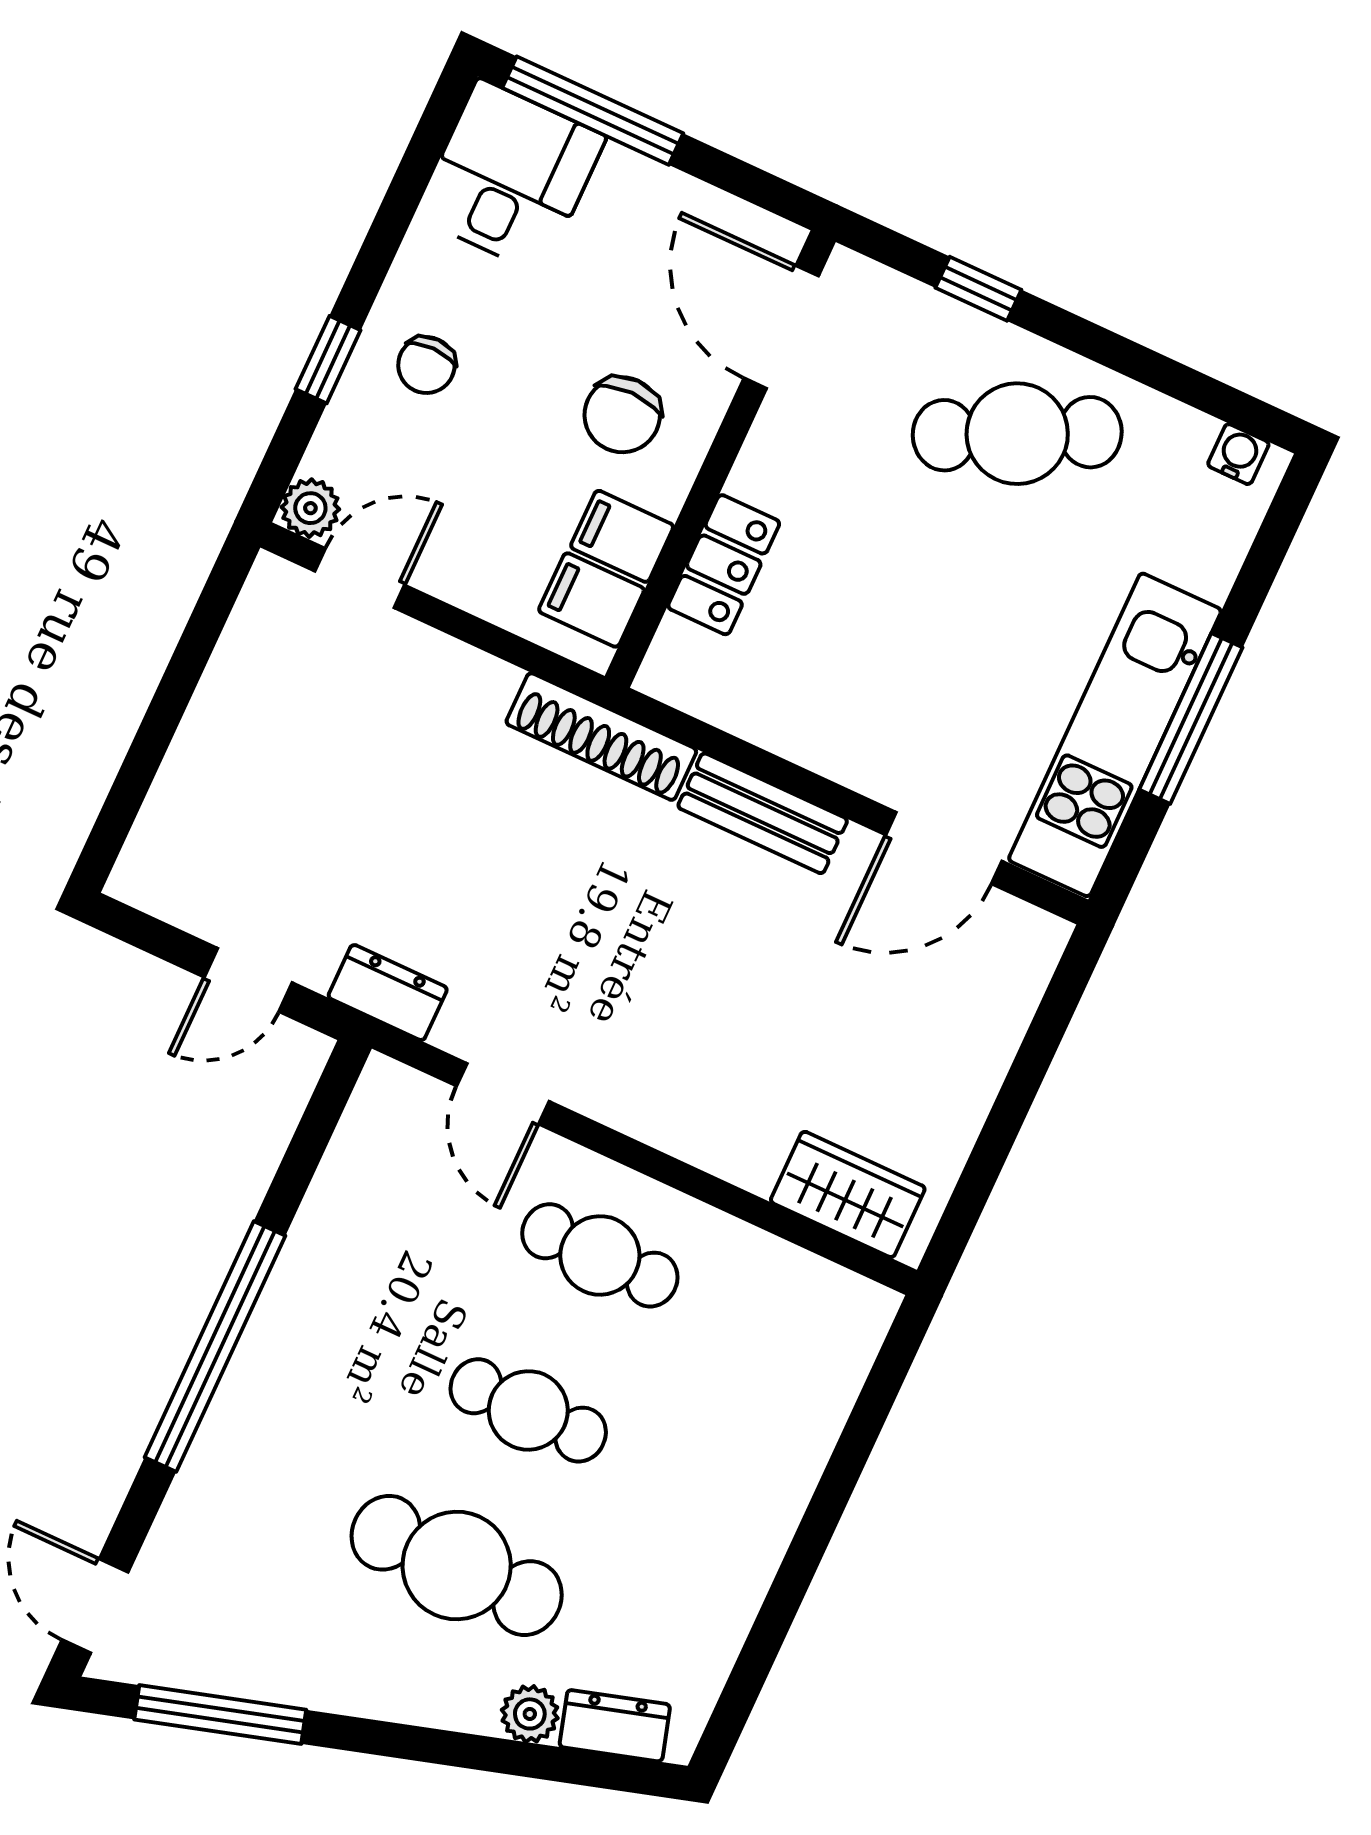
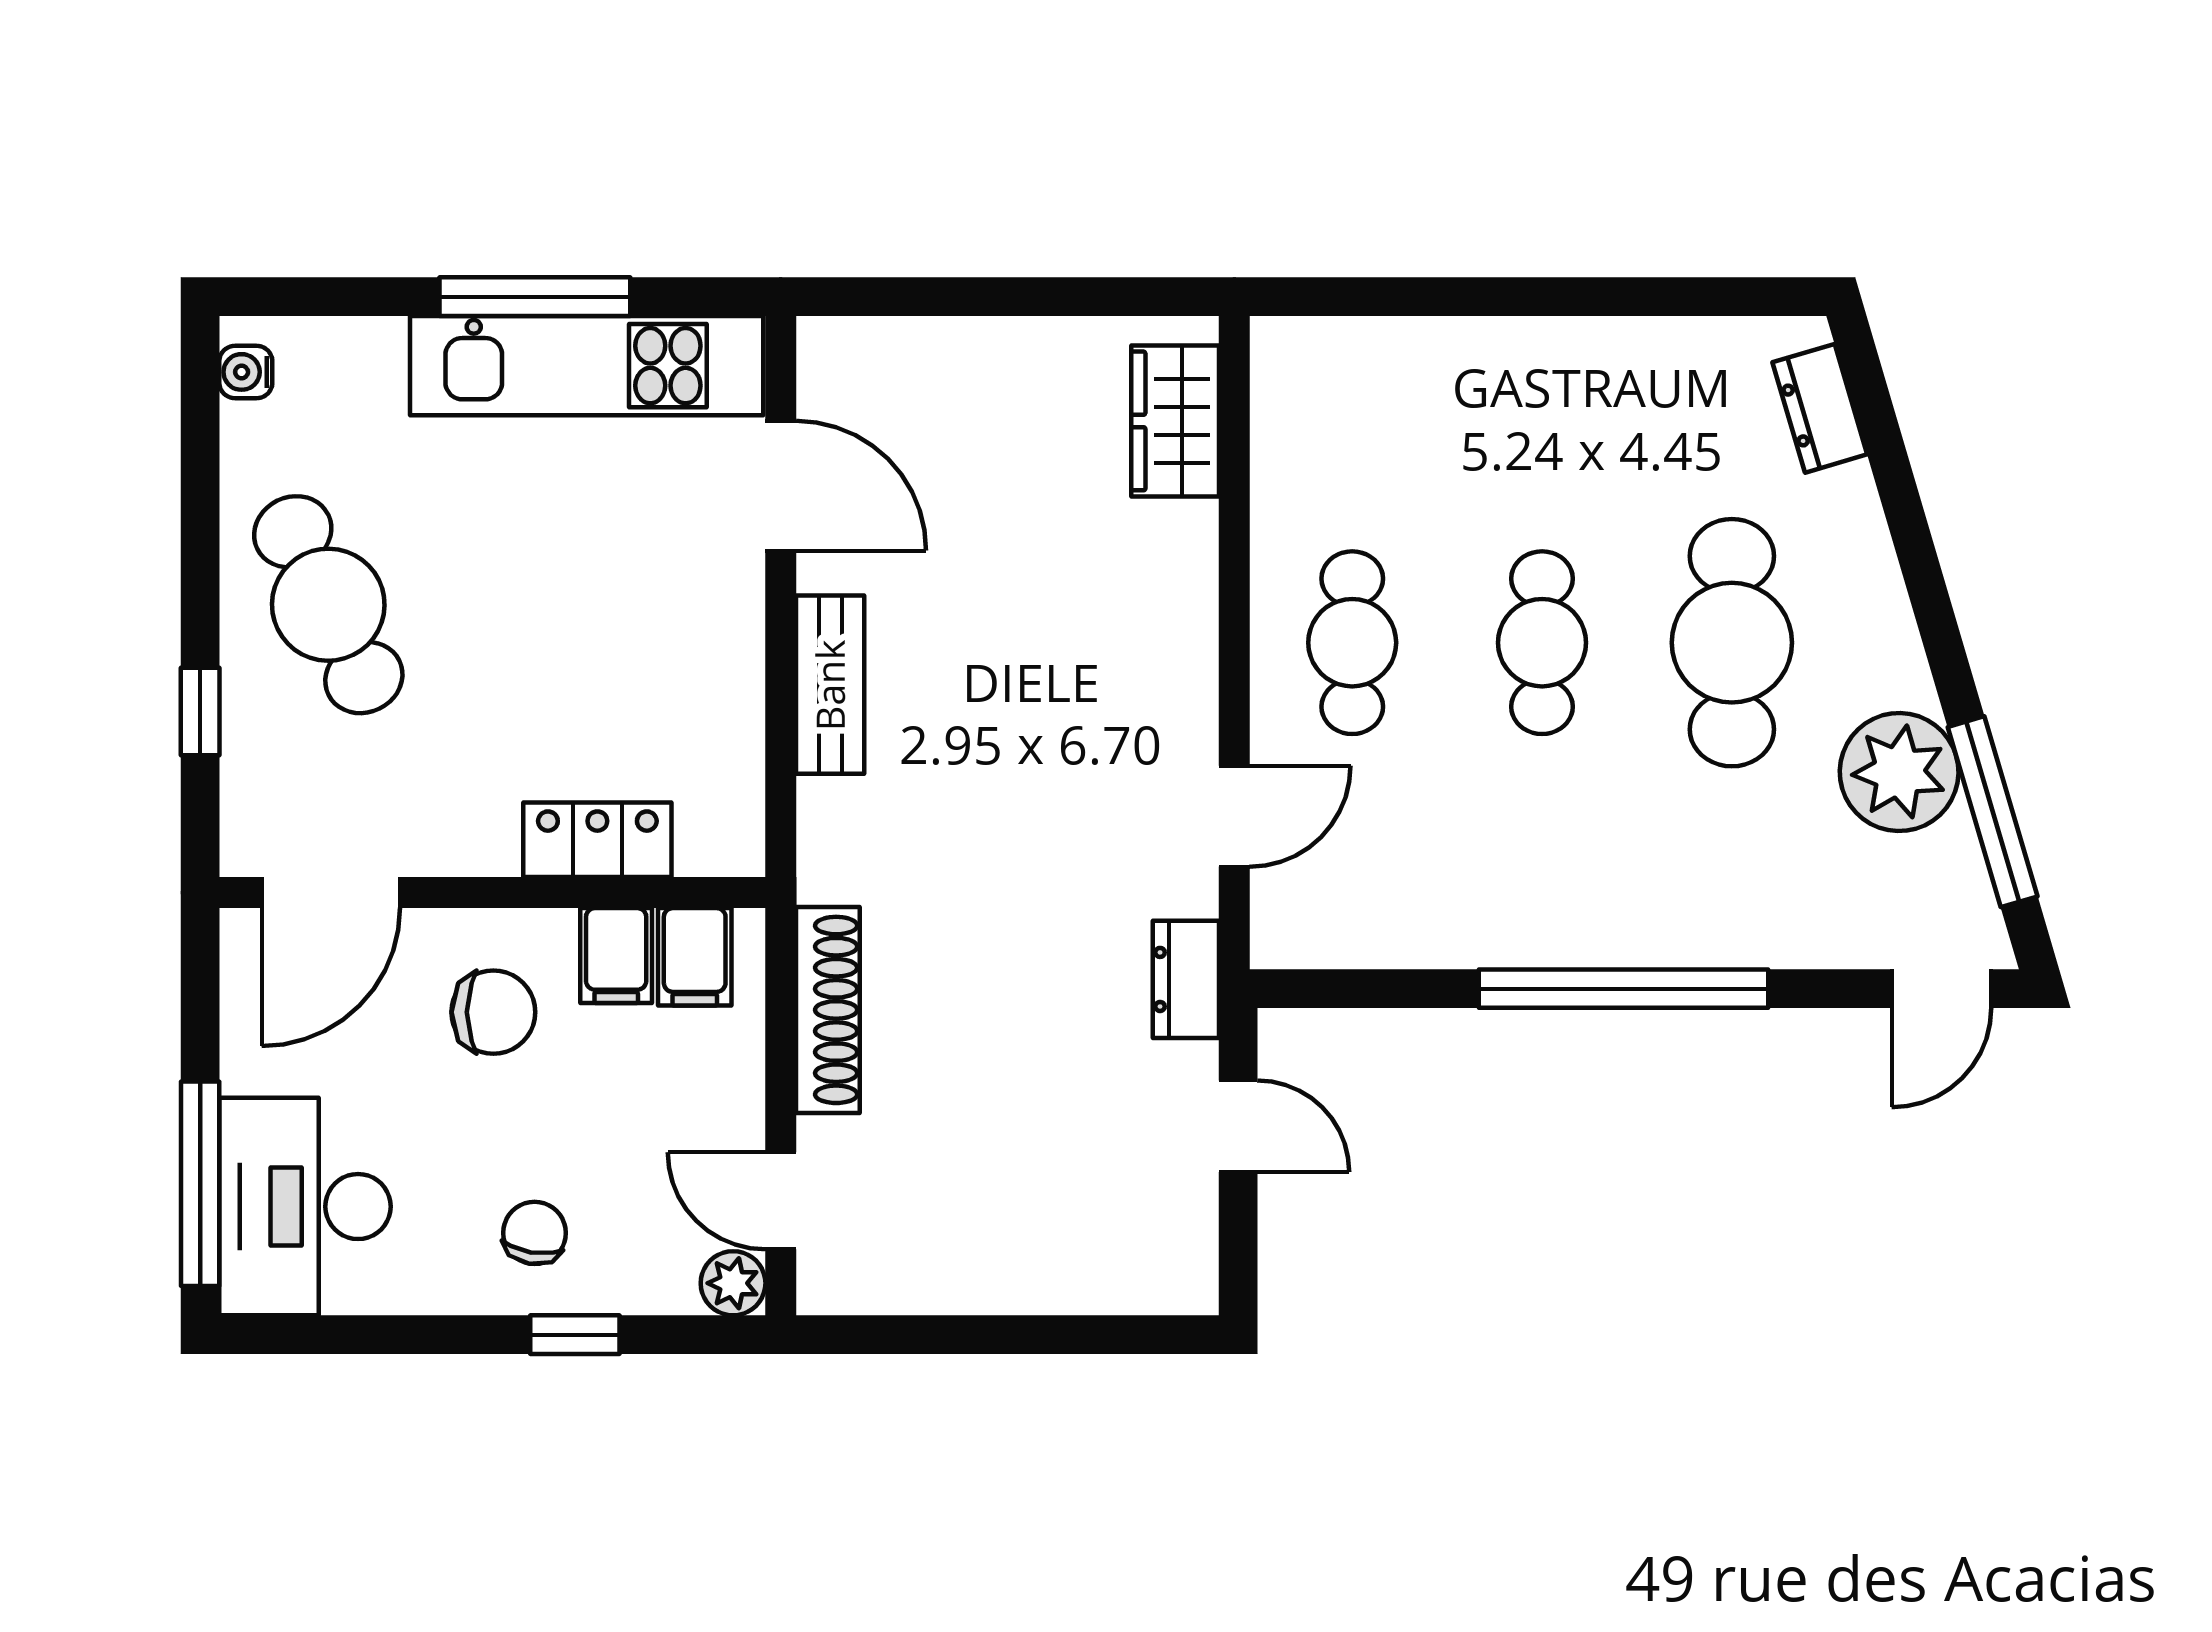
desk: (510, 176) -> (305, 1207), width x1.37
chair: (426, 365) -> (535, 1233), turned -81
shoe rack: (601, 737) -> (828, 1010), moved
plant: (530, 1714) -> (1899, 772), moved, width x1.87, depth x1.87

